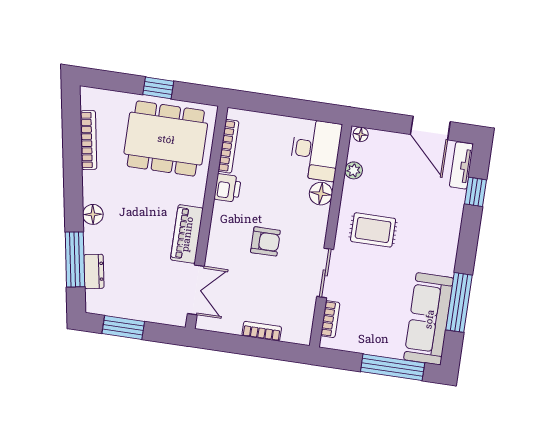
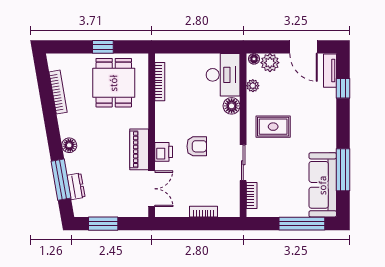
dining table: (166, 139) -> (114, 83), width x0.73
plant: (382, 143) -> (270, 63), added
printer: (227, 188) -> (164, 152), moved

